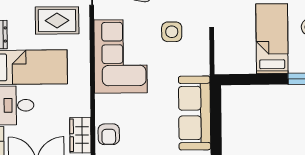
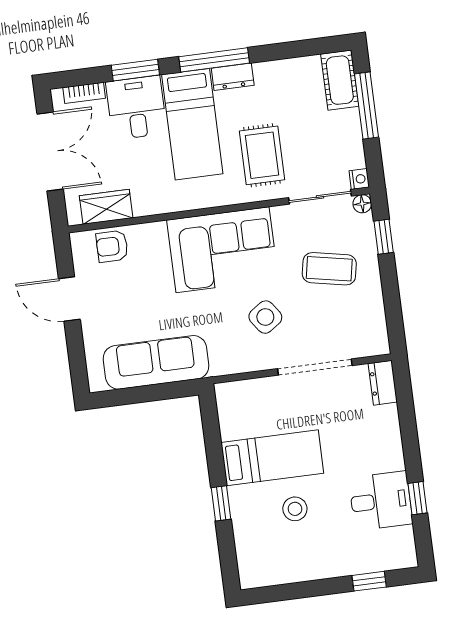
side table: (172, 32) -> (265, 317), turned -35

